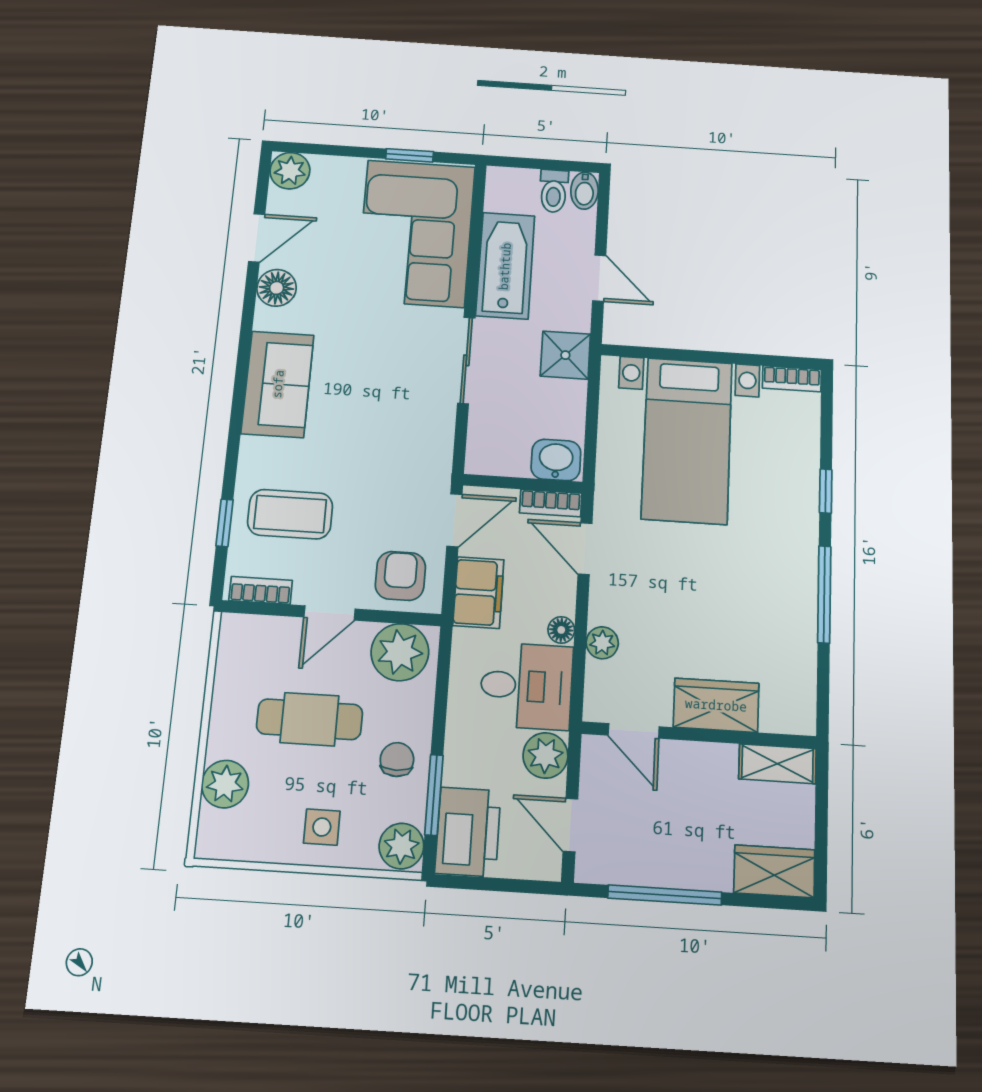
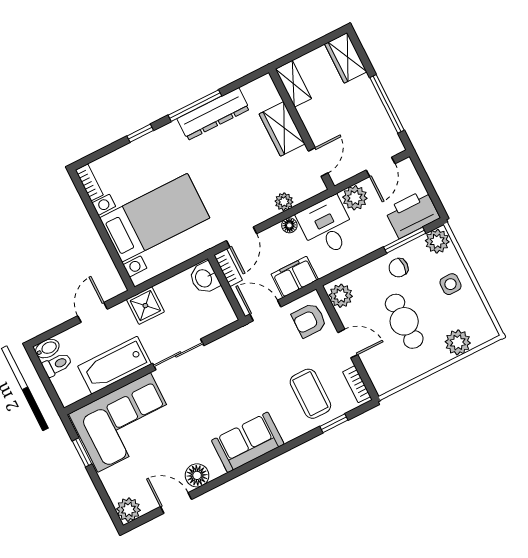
dresser: (796, 614) -> (213, 114), added
plant: (400, 652) -> (341, 296), width x0.73, depth x0.73

